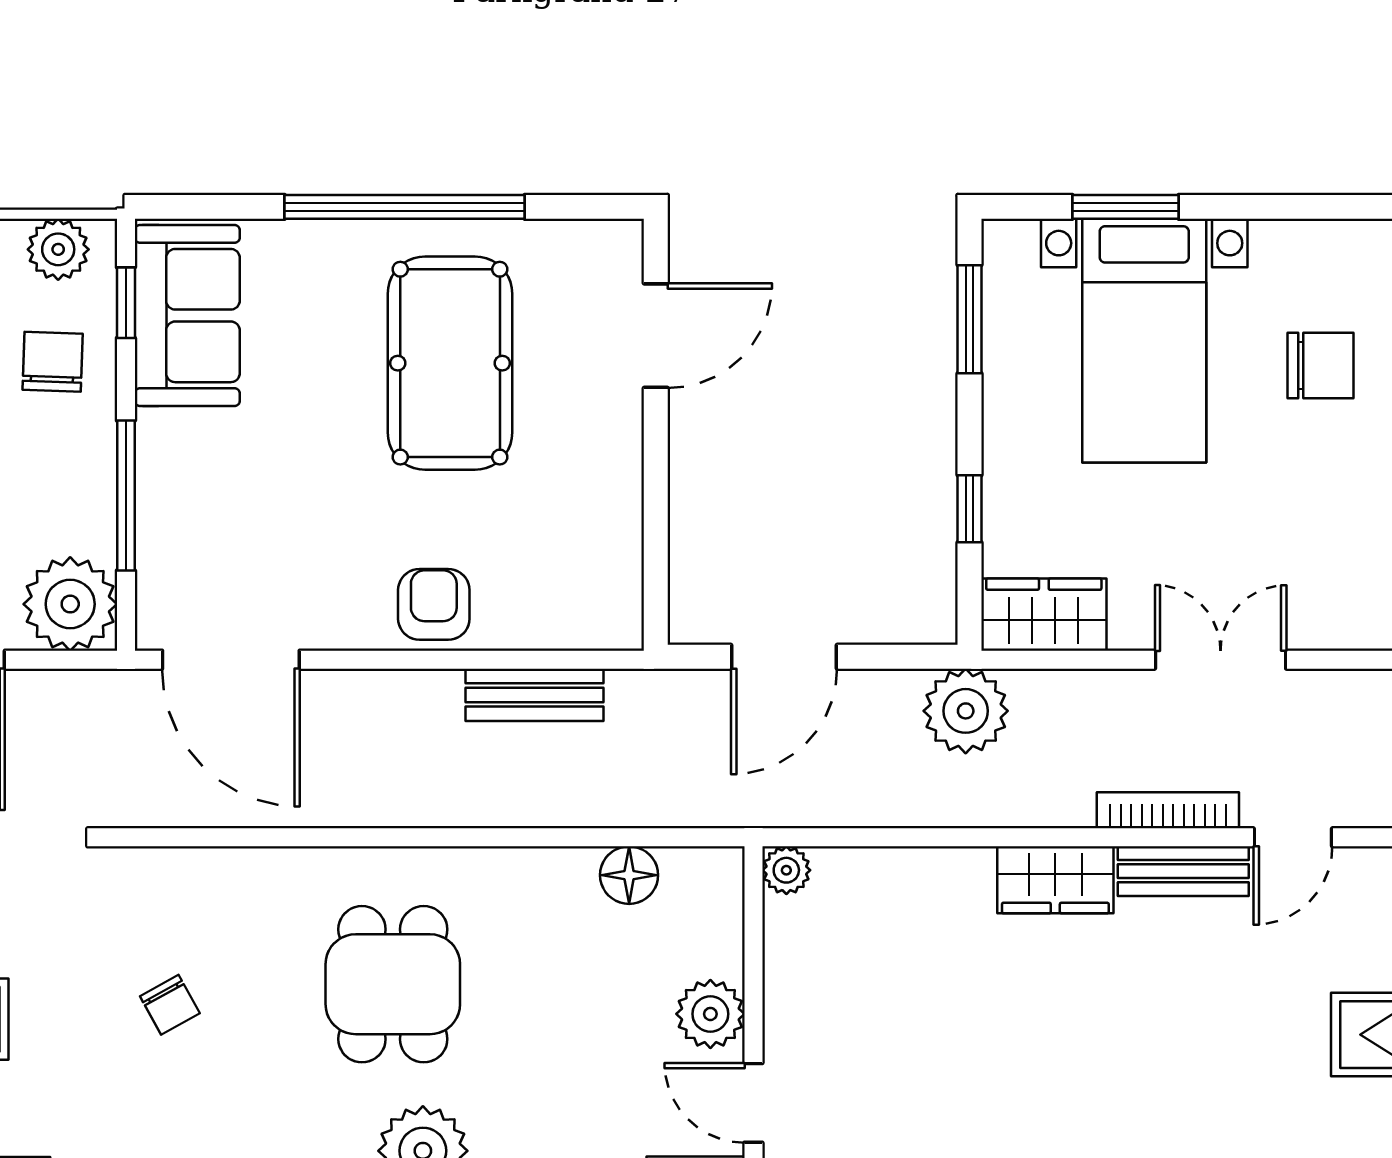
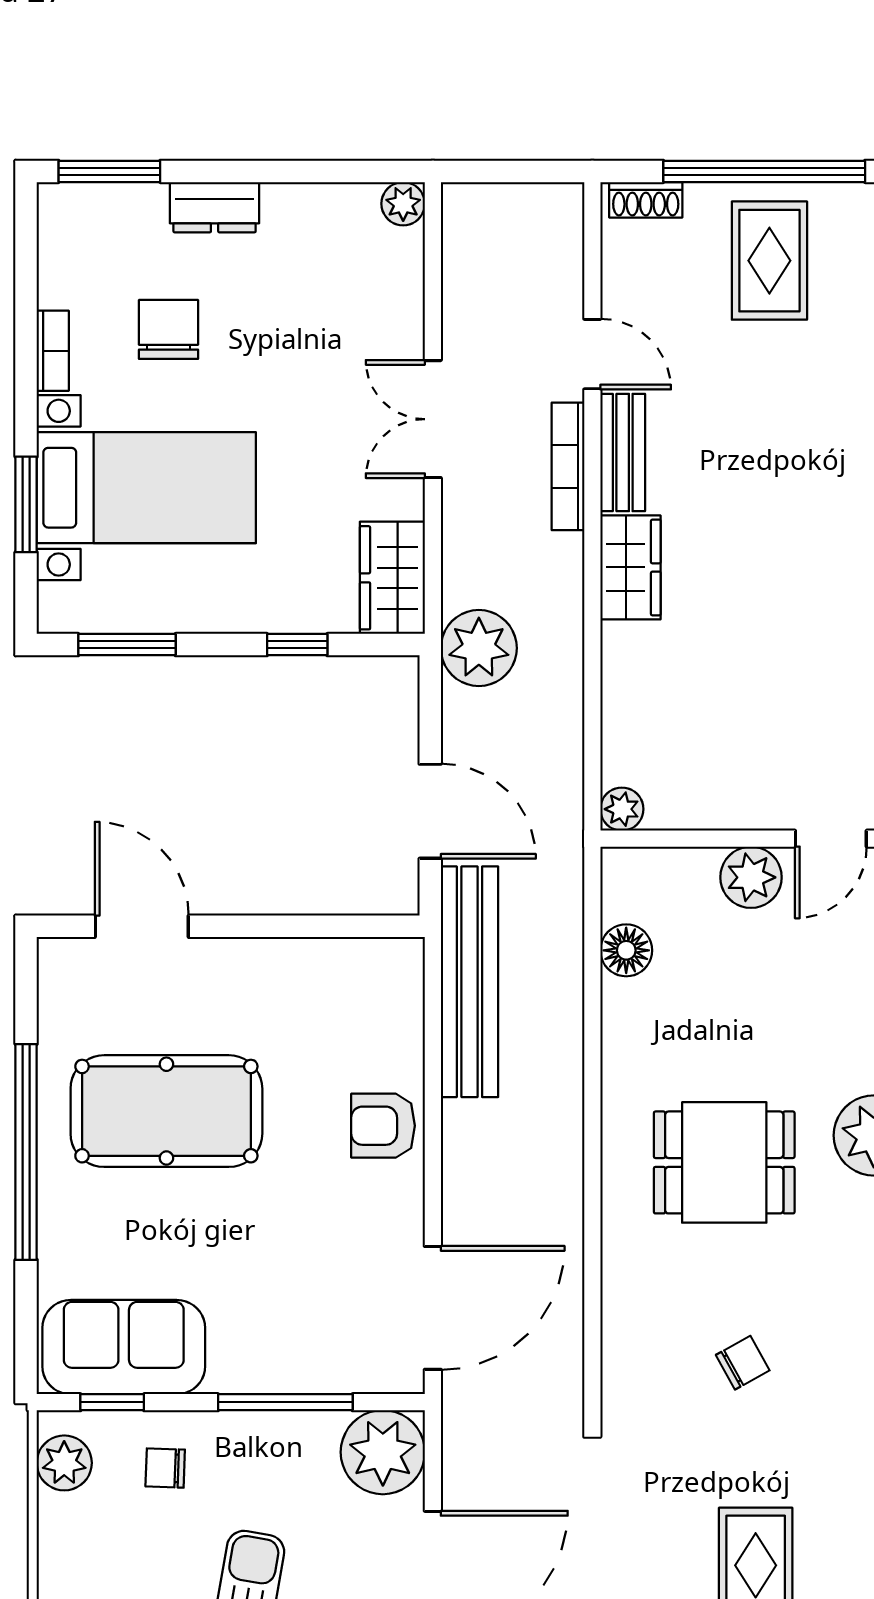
bookcase: (1297, 237) -> (53, 351), added
chair: (53, 362) -> (165, 1468), width x0.73, depth x0.73
bench: (535, 695) -> (469, 982), width x1.86, depth x1.21

